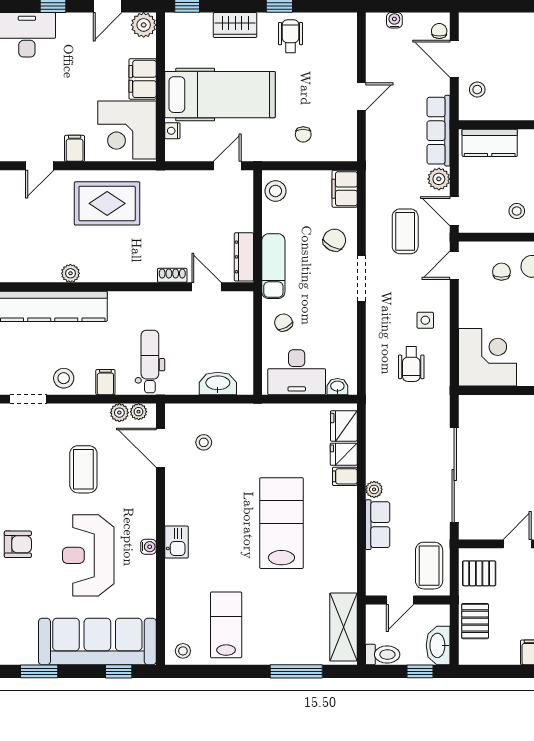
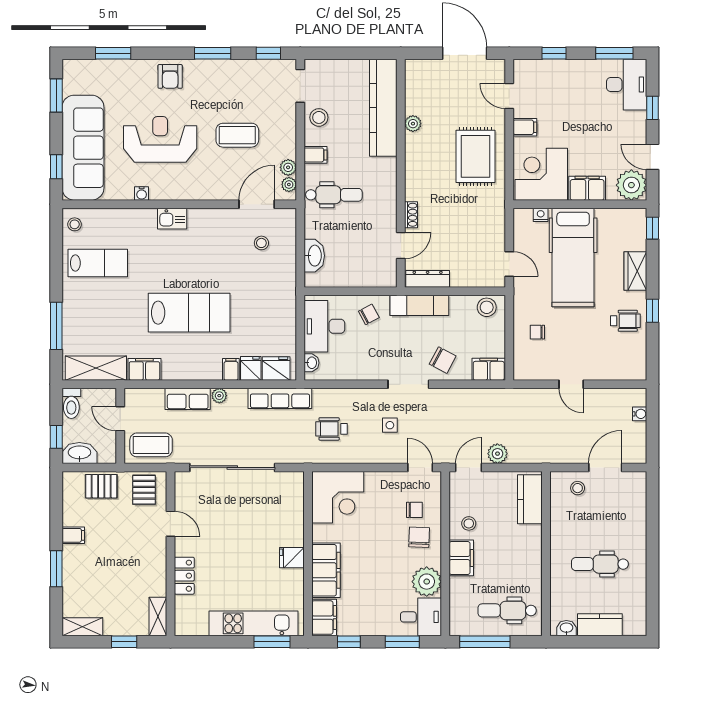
plant: (144, 25) -> (631, 185), width x1.36, depth x1.36
chair: (439, 31) -> (630, 454), removed
row of seats: (438, 131) -> (280, 398), moved, turned 180
coffee table: (405, 231) -> (450, 424), removed
side table: (425, 320) -> (390, 425), moved
water cooler: (148, 547) -> (142, 193), moved
filing cabinet: (345, 573) -> (144, 369), added

